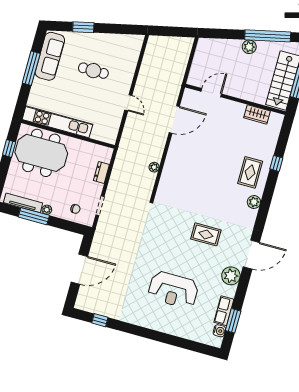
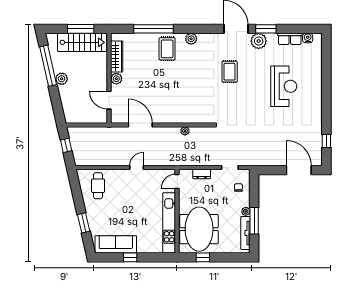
window: (174, 32) -> (66, 145), added
window: (31, 68) -> (130, 257), width x0.46
cafe table: (93, 71) -> (98, 186), moved
plant: (233, 107) -> (116, 79), added
wardrobe: (257, 114) -> (117, 56), width x1.50
door: (101, 143) -> (177, 181), added
window: (276, 163) -> (154, 29), width x3.17
rug: (250, 172) -> (167, 49), turned 90
door: (79, 269) -> (299, 170), moved
window: (233, 321) -> (266, 29), moved

